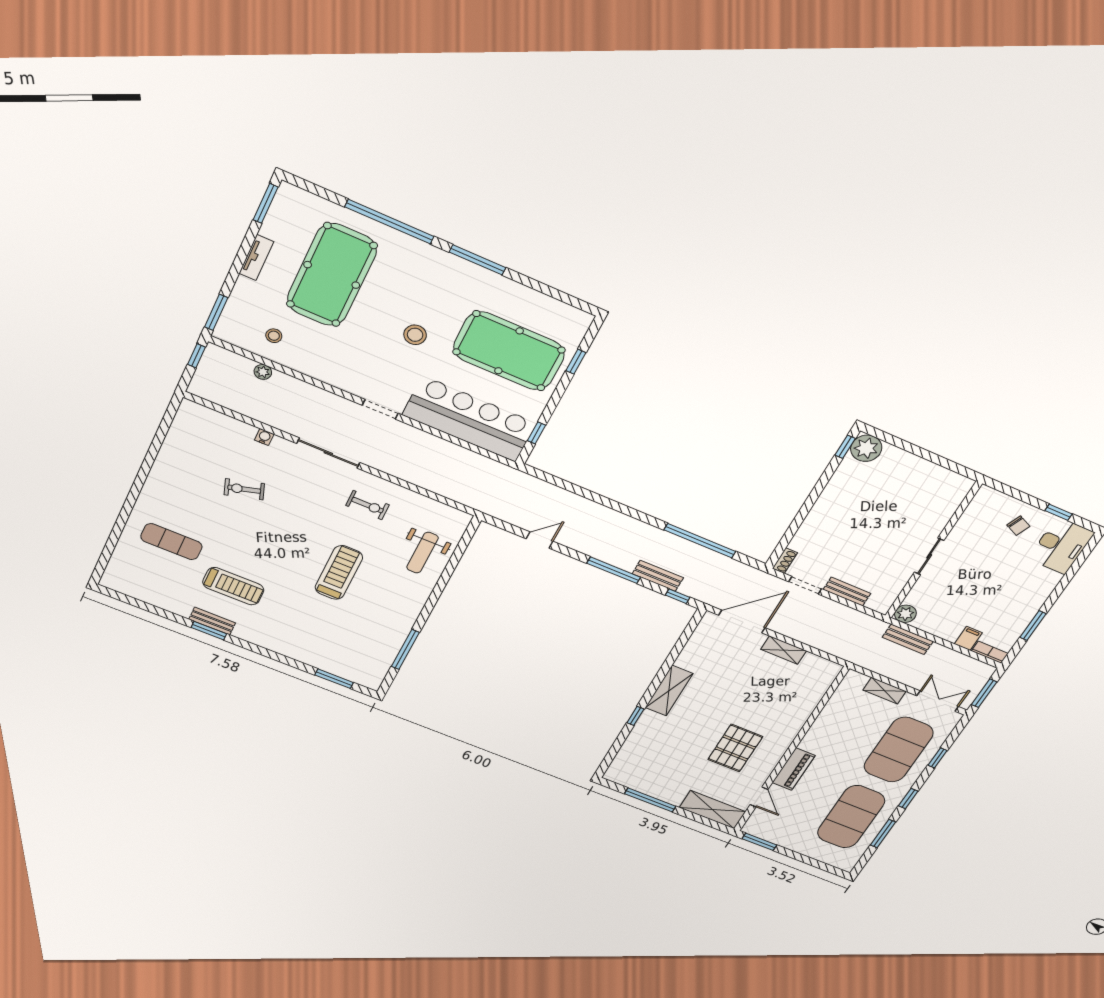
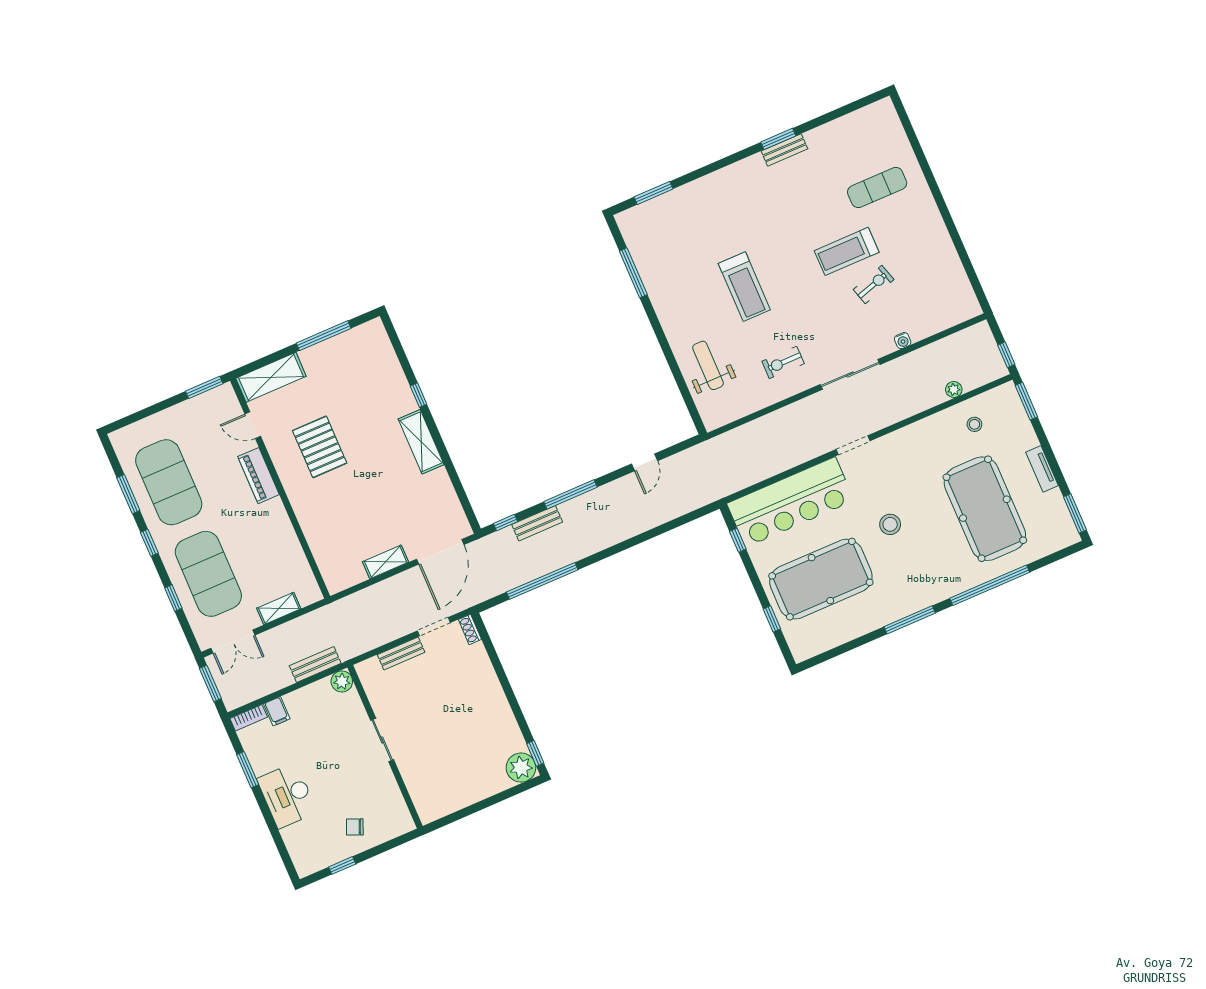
desk: (1061, 546) -> (287, 795), moved
treadmill: (233, 586) -> (847, 251), moved

